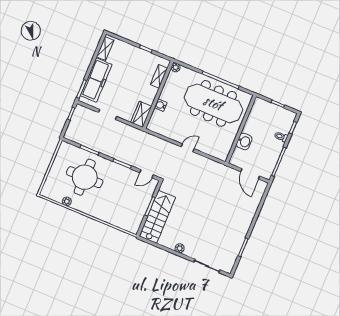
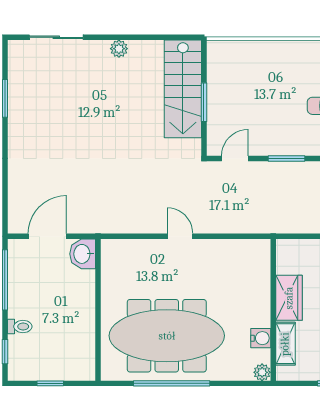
water cooler: (161, 105) -> (261, 338), moved
wardrobe: (141, 114) -> (289, 298), moved
washbasin: (244, 141) -> (83, 254), moved
door: (188, 148) -> (180, 236), swing flipped
door: (250, 174) -> (47, 236), hinge flipped

